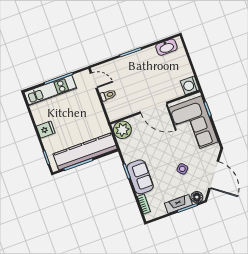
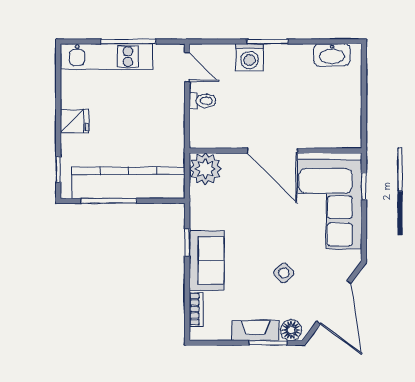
washing machine: (190, 85) -> (250, 57), moved, turned -90

